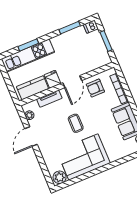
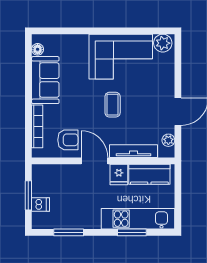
dishwasher: (91, 27) -> (40, 204), moved
door: (72, 82) -> (95, 161), hinge flipped
tv unit: (49, 99) -> (133, 151), width x1.41

